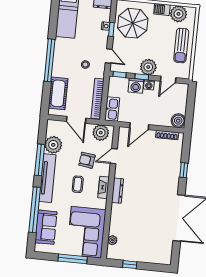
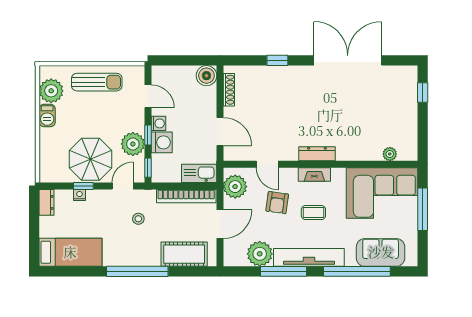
parasol: (133, 23) -> (91, 159), moved
plant: (148, 67) -> (133, 144), moved
window: (130, 265) -> (423, 92), moved

